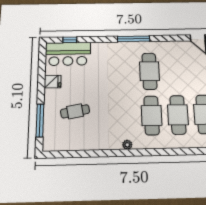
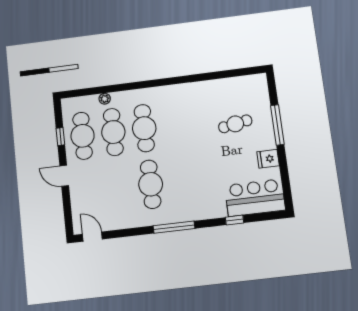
window: (70, 40) -> (234, 220), moved
window: (40, 120) -> (277, 125), moved
plant: (127, 145) -> (105, 99), moved

